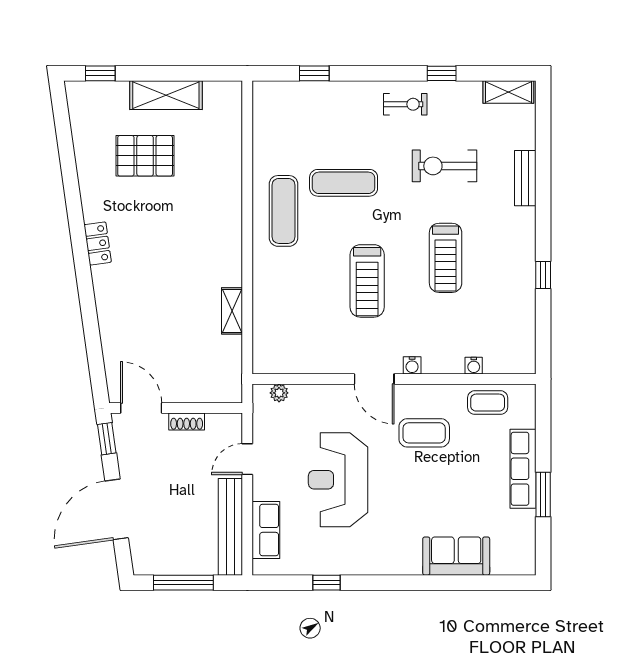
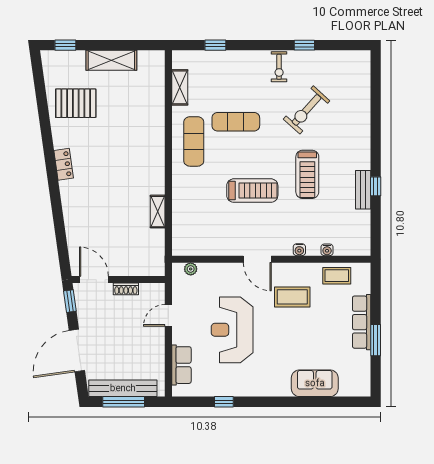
shelving: (508, 92) -> (180, 87), moved, turned 90
exercise bike: (405, 104) -> (279, 67), turned 90
pallet: (145, 156) -> (76, 103), moved
exercise bike: (445, 166) -> (307, 110), turned -48
bench: (525, 178) -> (363, 190), moved
treadmill: (367, 281) -> (252, 191), turned -90
water cooler: (412, 365) -> (299, 250), moved
bench: (230, 527) -> (123, 388), moved, turned 90

